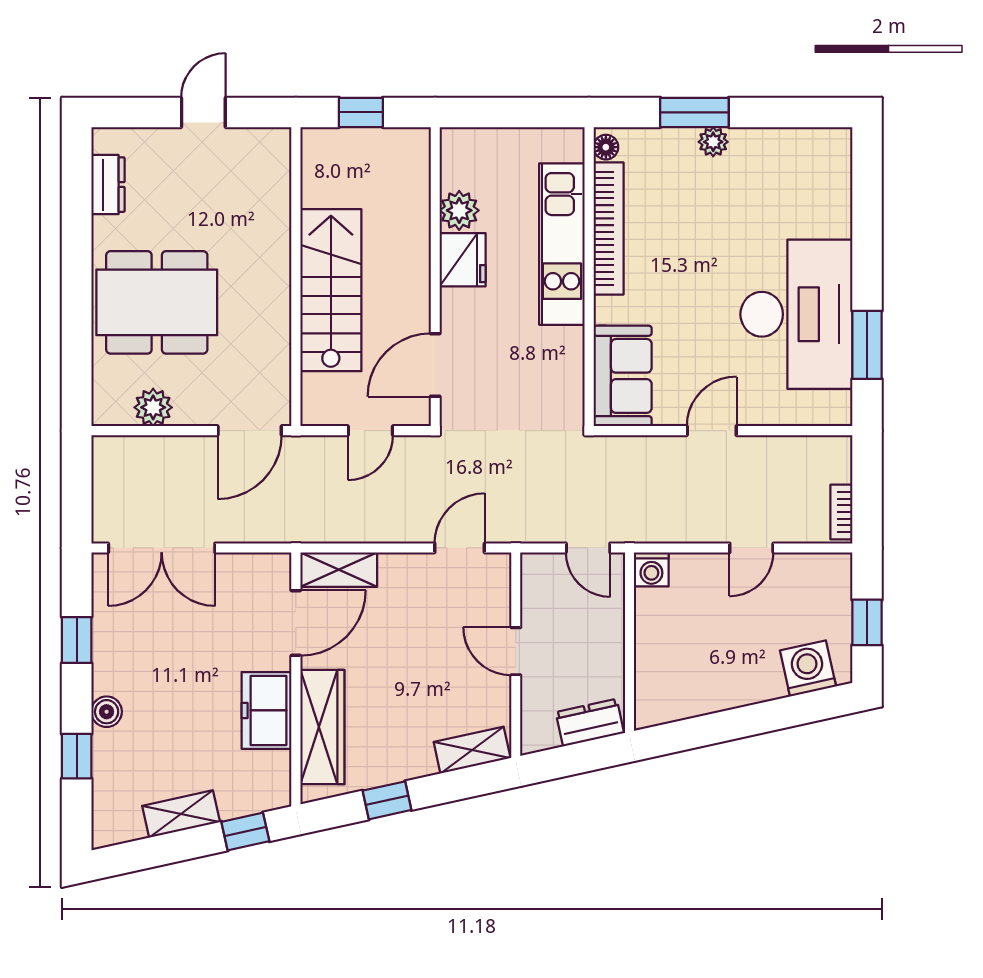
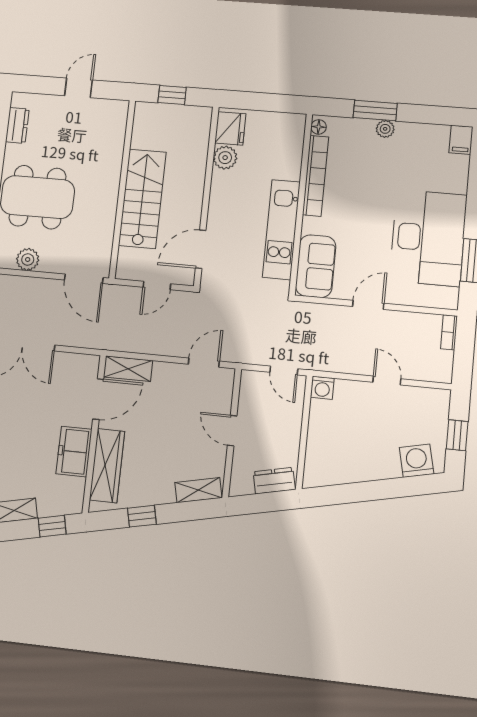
filing cabinet: (835, 150) -> (461, 140), added
kitchen unit: (562, 244) -> (281, 230), moved
fridge: (463, 260) -> (230, 128), moved
door: (250, 431) -> (84, 279), hinge flipped
bookcase: (841, 512) -> (449, 332), moved
door: (751, 548) -> (387, 381), swing flipped

